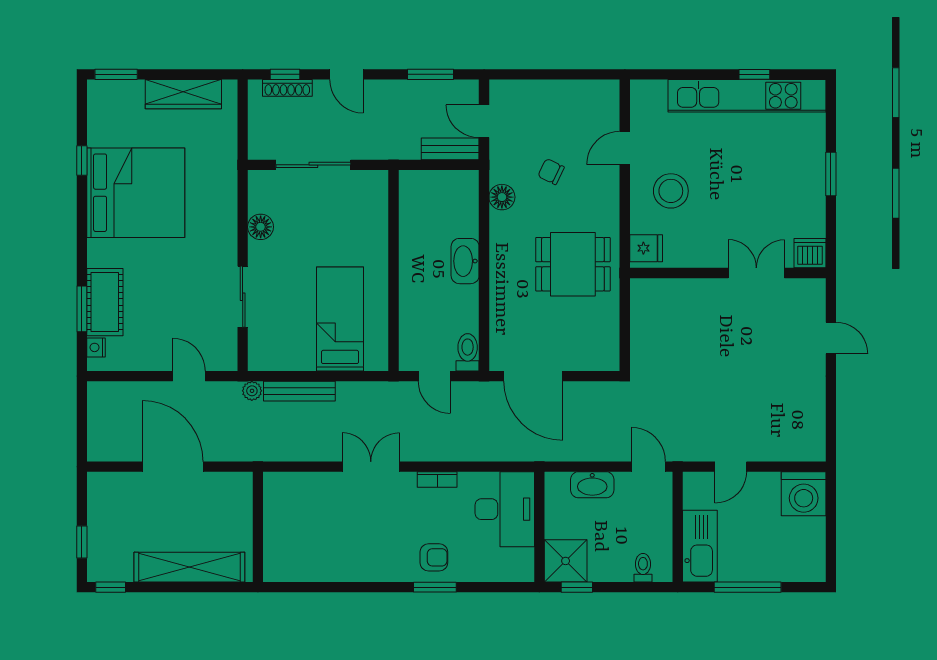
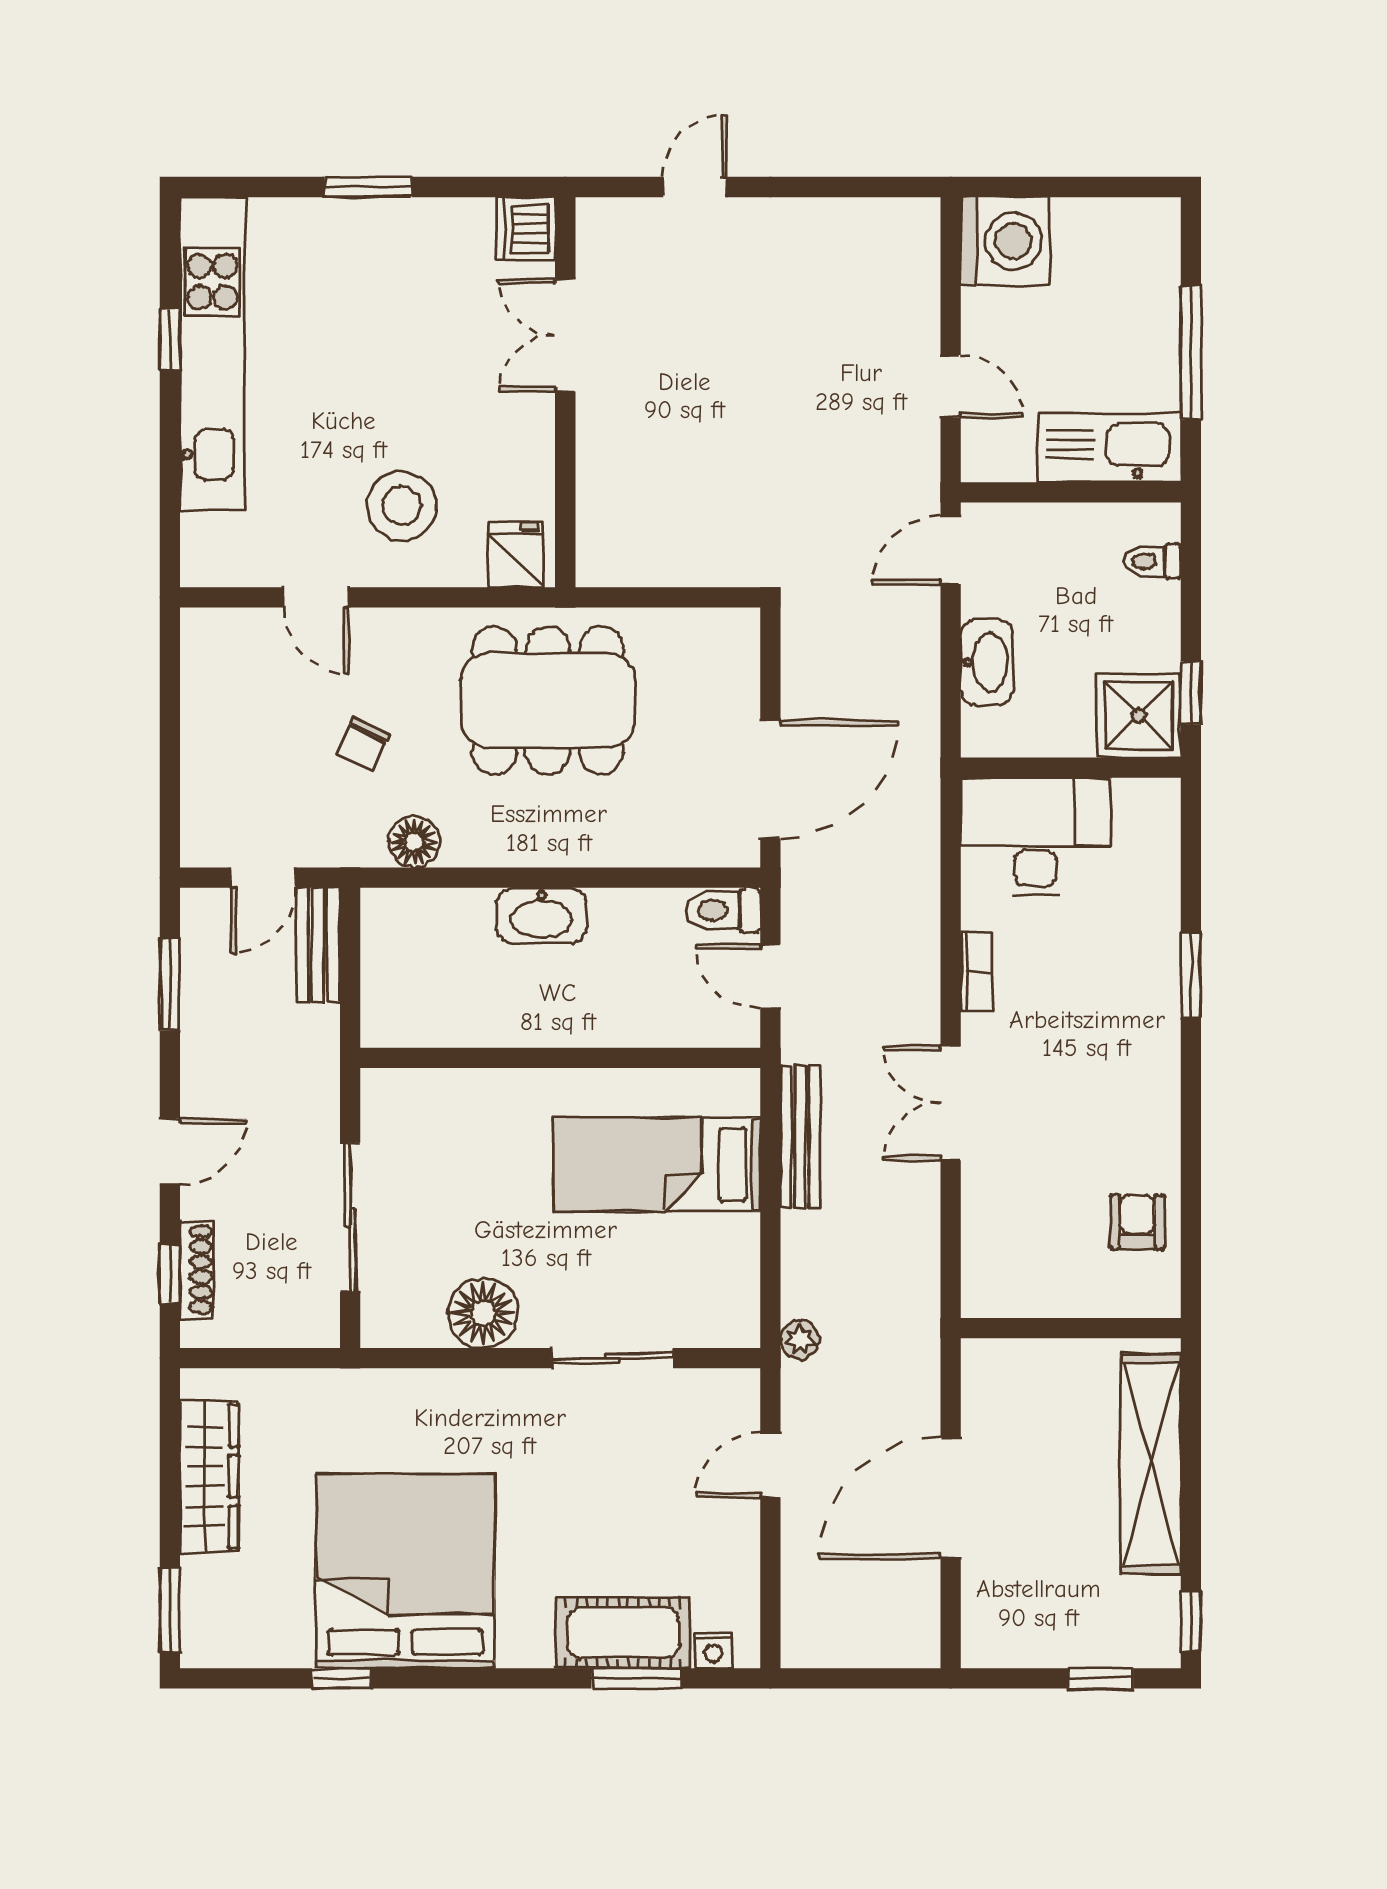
floor lamp: (261, 227) -> (483, 1313), width x1.38, depth x1.38
dining table: (573, 264) -> (548, 701), width x1.38
door: (434, 376) -> (770, 977), swing flipped
bench: (299, 391) -> (800, 1136), moved
armchair: (434, 557) -> (1137, 1222), moved

